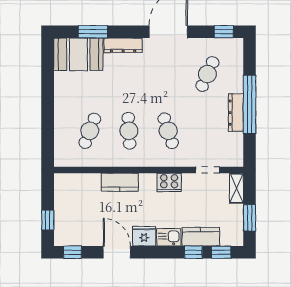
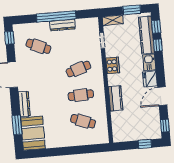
kitchen counter: (201, 237) -> (146, 35), width x1.50

